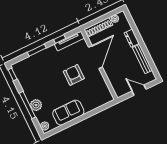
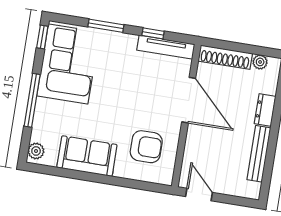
door: (96, 57) -> (189, 100), hinge flipped
armchair: (74, 75) -> (146, 147), moved, turned 90
corner sofa: (32, 78) -> (68, 64), added
door: (139, 90) -> (199, 195), moved
plant: (36, 105) -> (45, 110), removed

